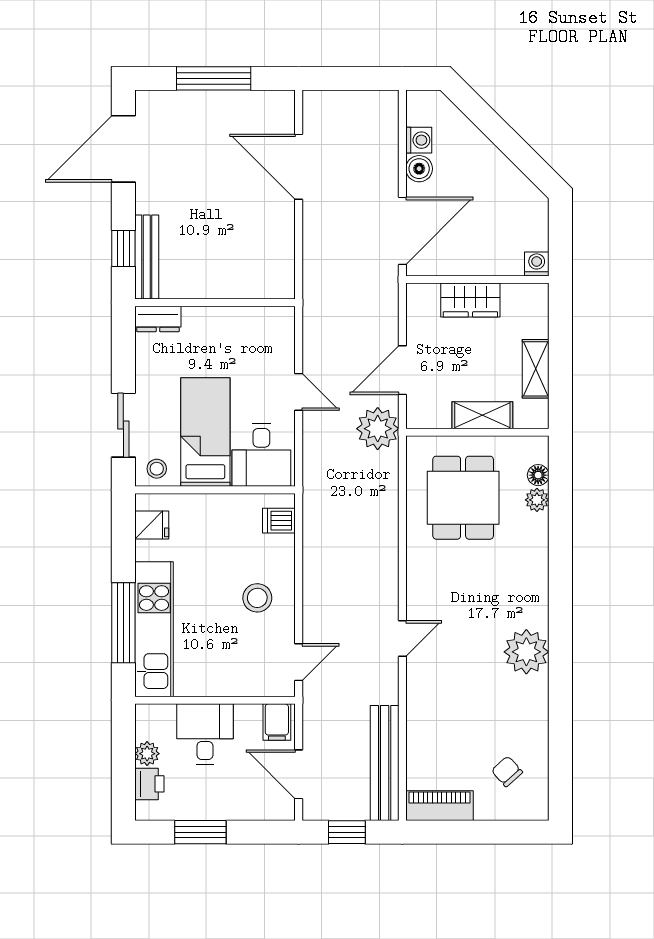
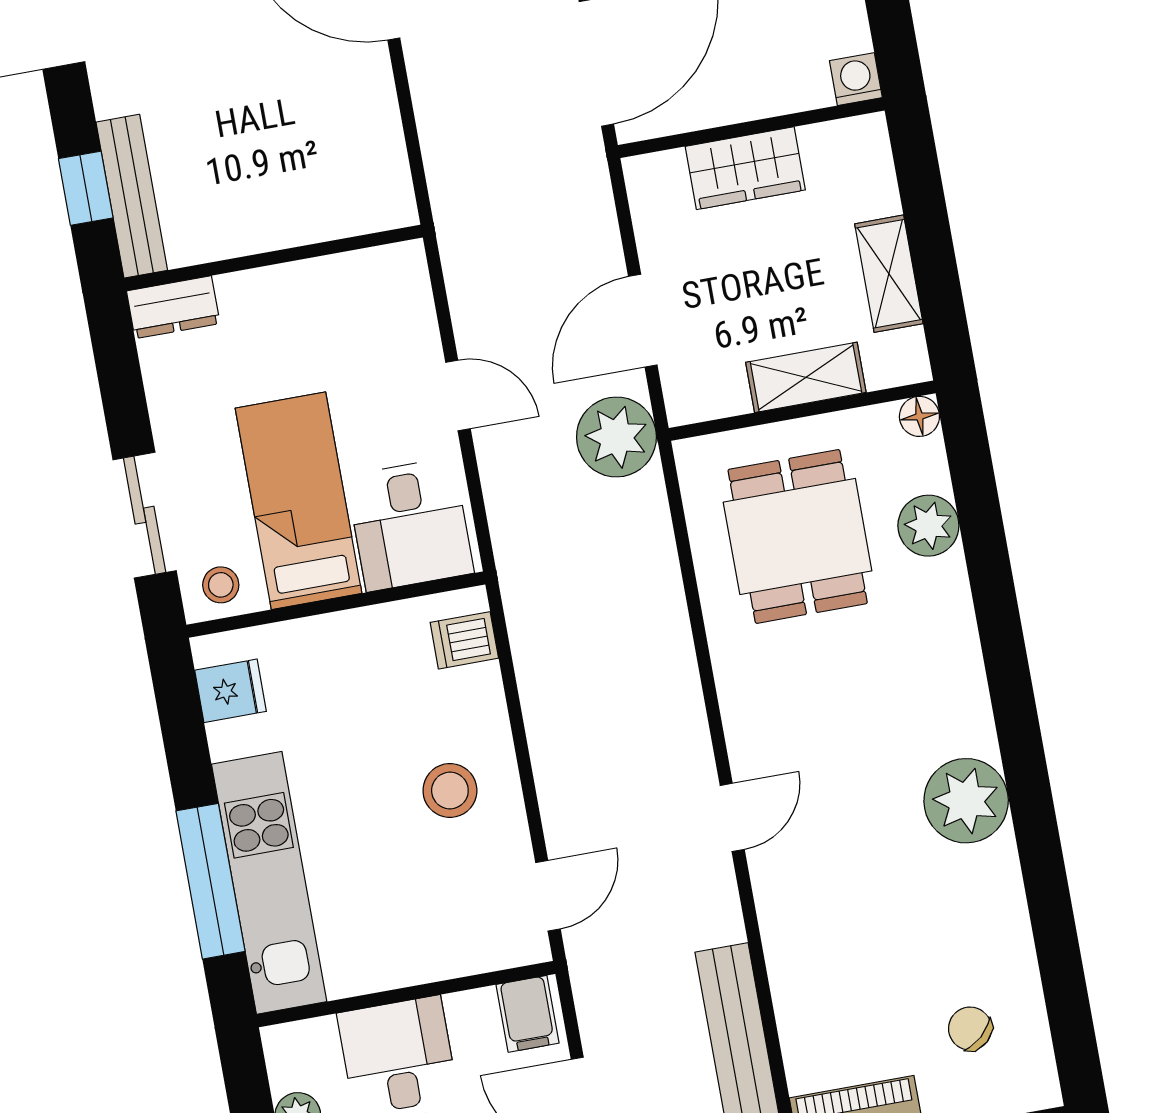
floor lamp: (538, 475) -> (919, 416), moved
plant: (537, 500) -> (928, 526), width x1.38, depth x1.38

